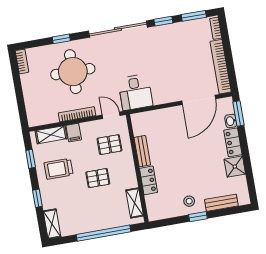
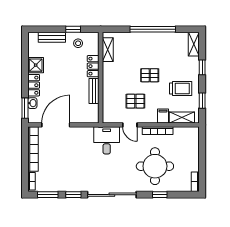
bench: (142, 151) -> (94, 91), moved
wall: (137, 168) -> (101, 78), moved
locker: (149, 180) -> (93, 66), moved
shelving: (135, 203) -> (108, 50), moved

